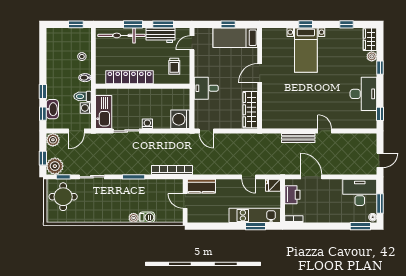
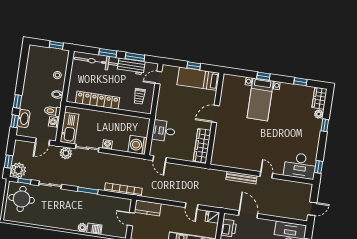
desk: (206, 88) -> (164, 131), moved
desk: (363, 94) -> (300, 166), moved, turned 90
plant: (53, 140) -> (66, 153), moved

